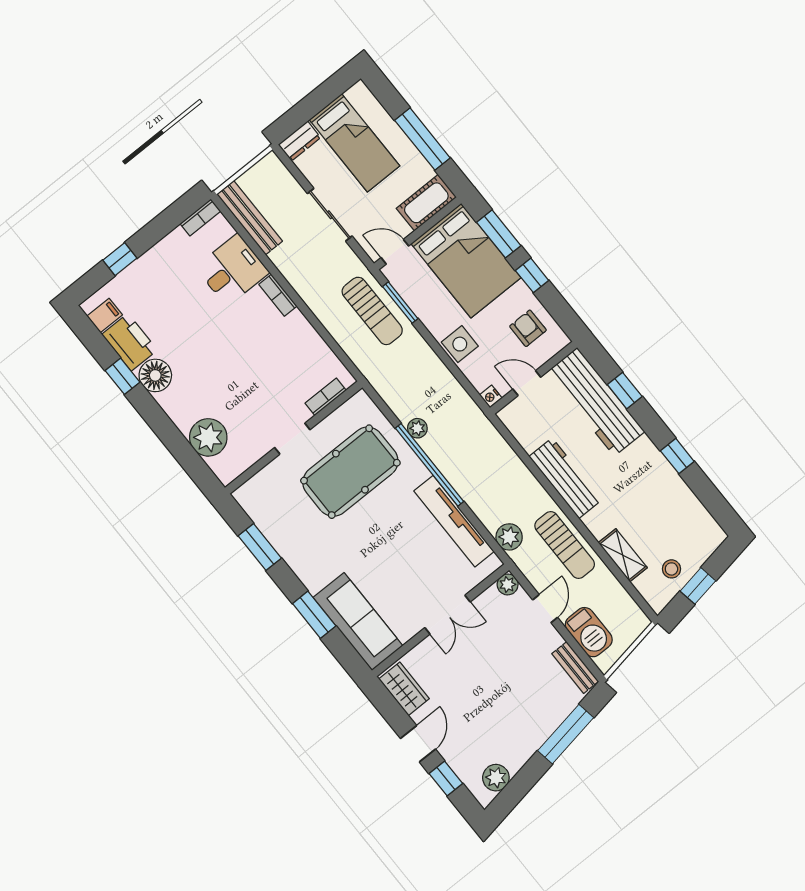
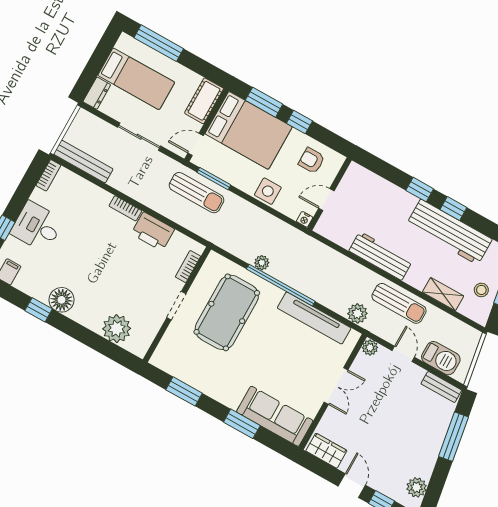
window: (422, 139) -> (159, 43), moved
desk: (232, 270) -> (37, 227), moved, turned -90
printer: (130, 342) -> (153, 231), moved, turned 180
window: (625, 391) -> (420, 190), moved
workbench: (596, 402) -> (449, 232), moved

